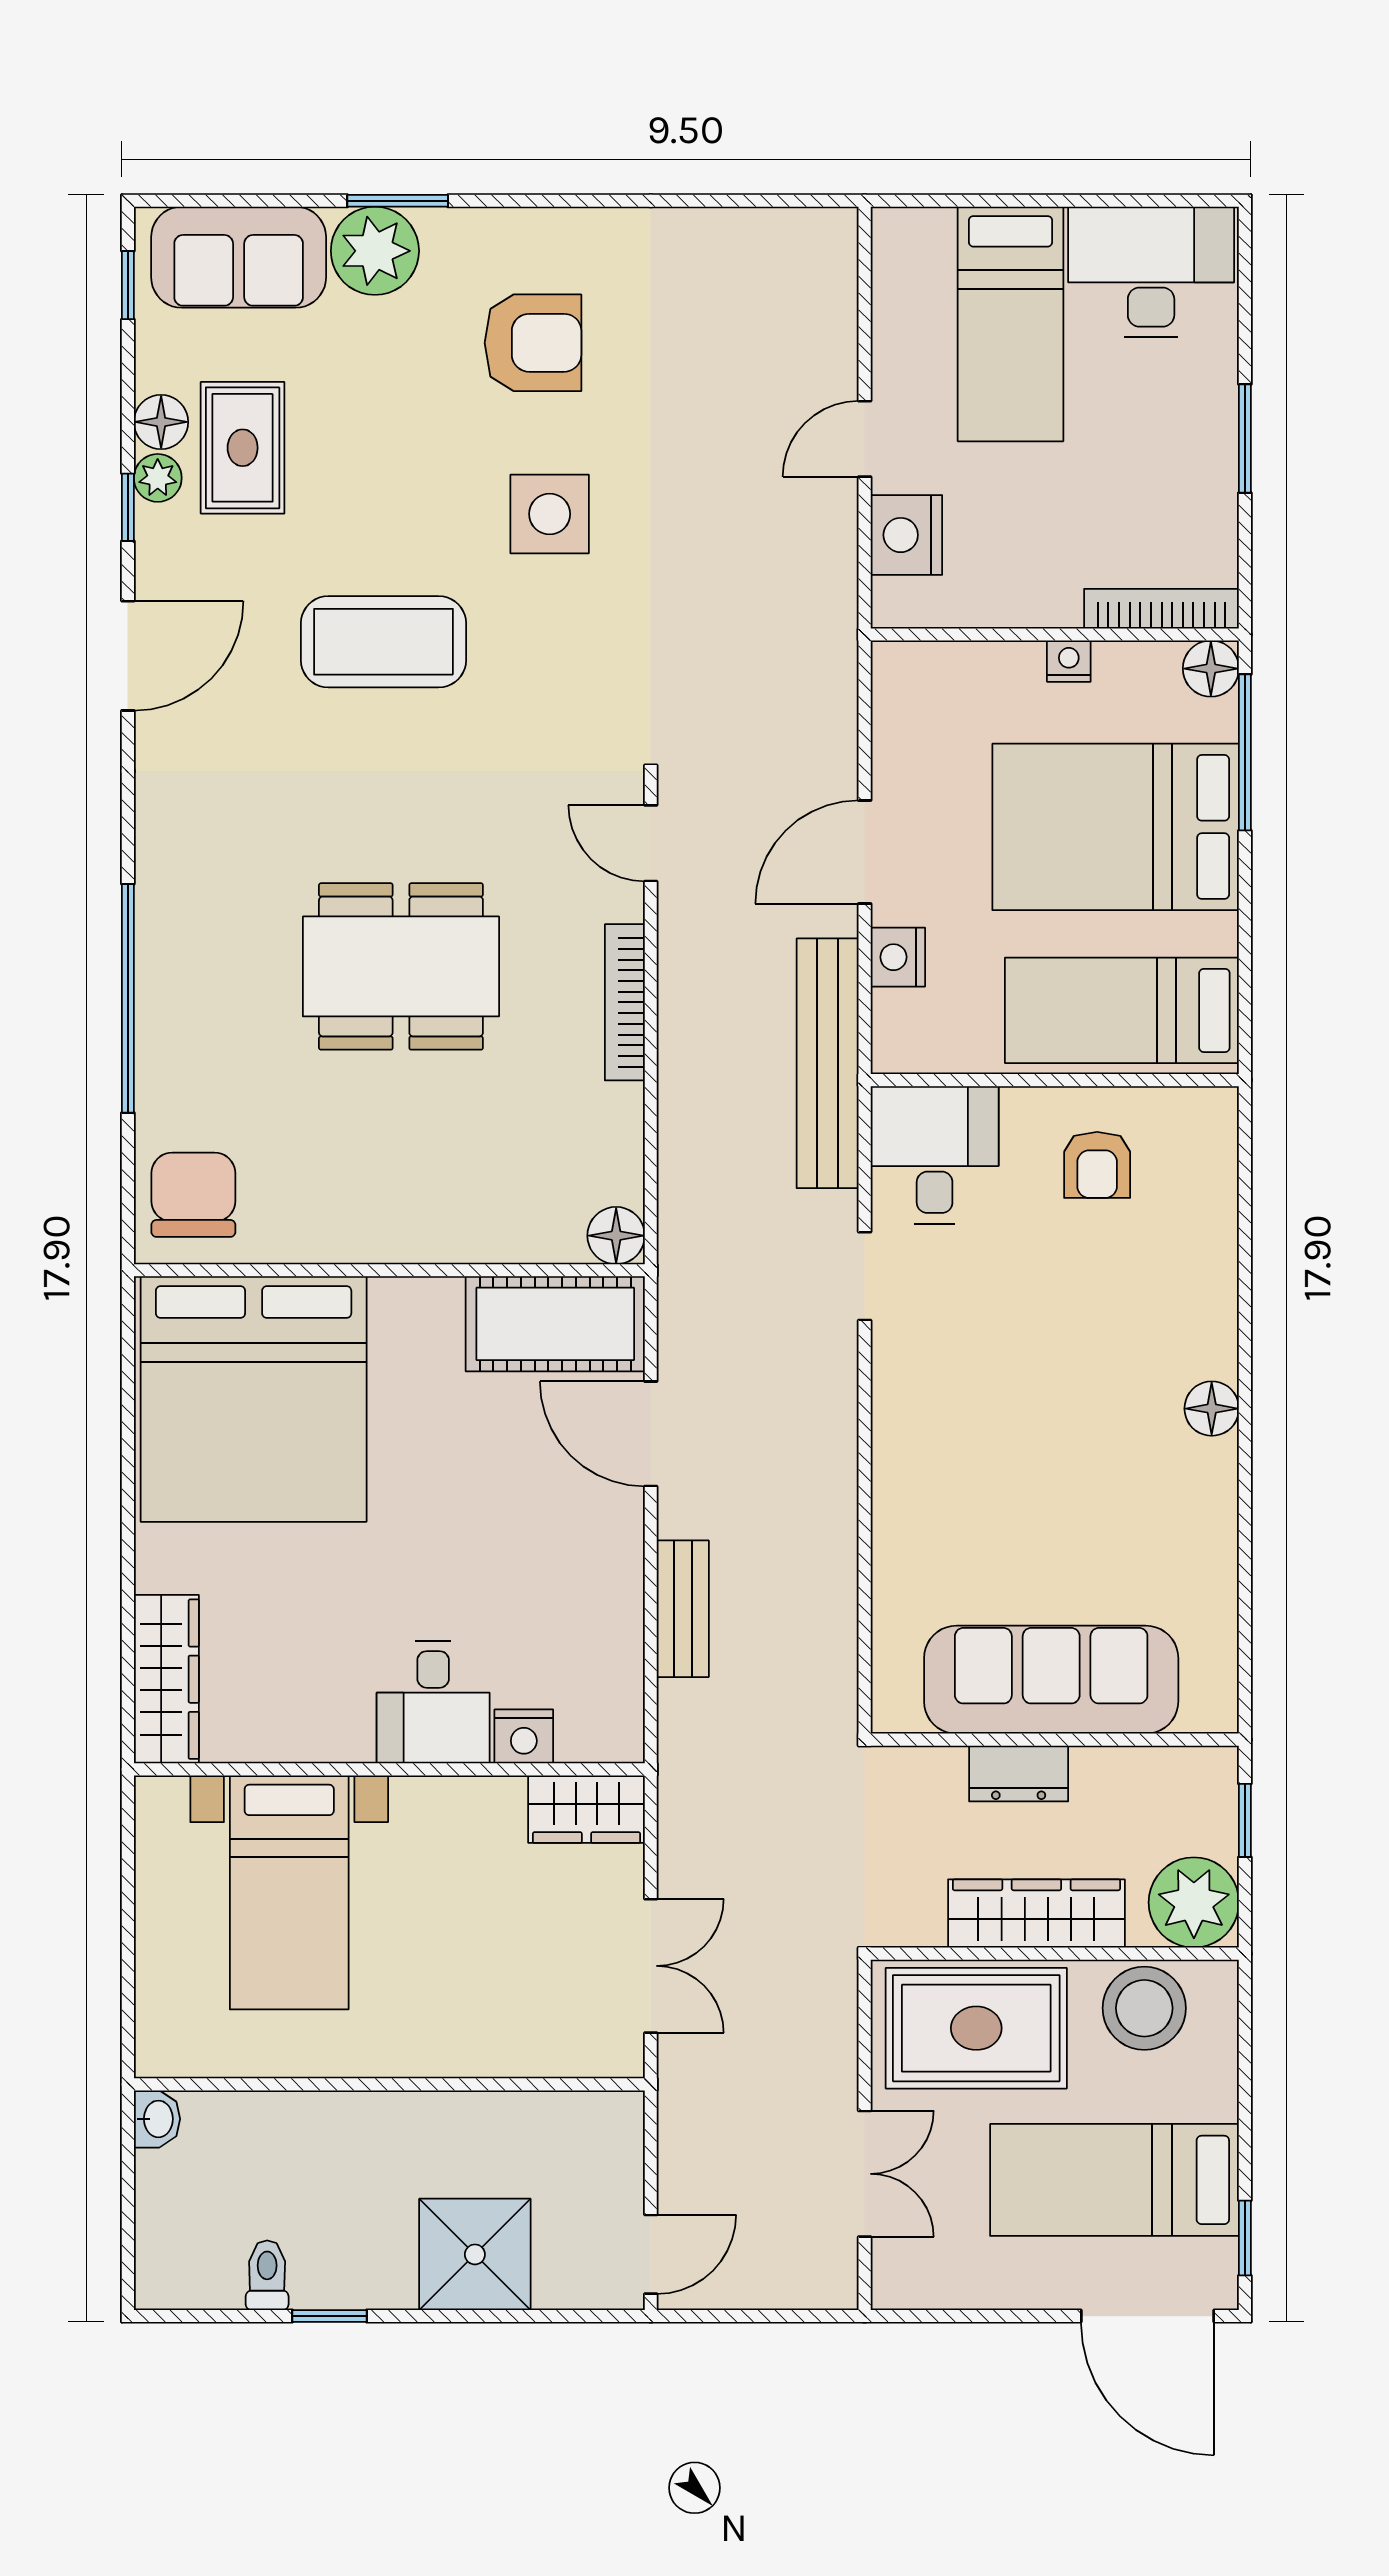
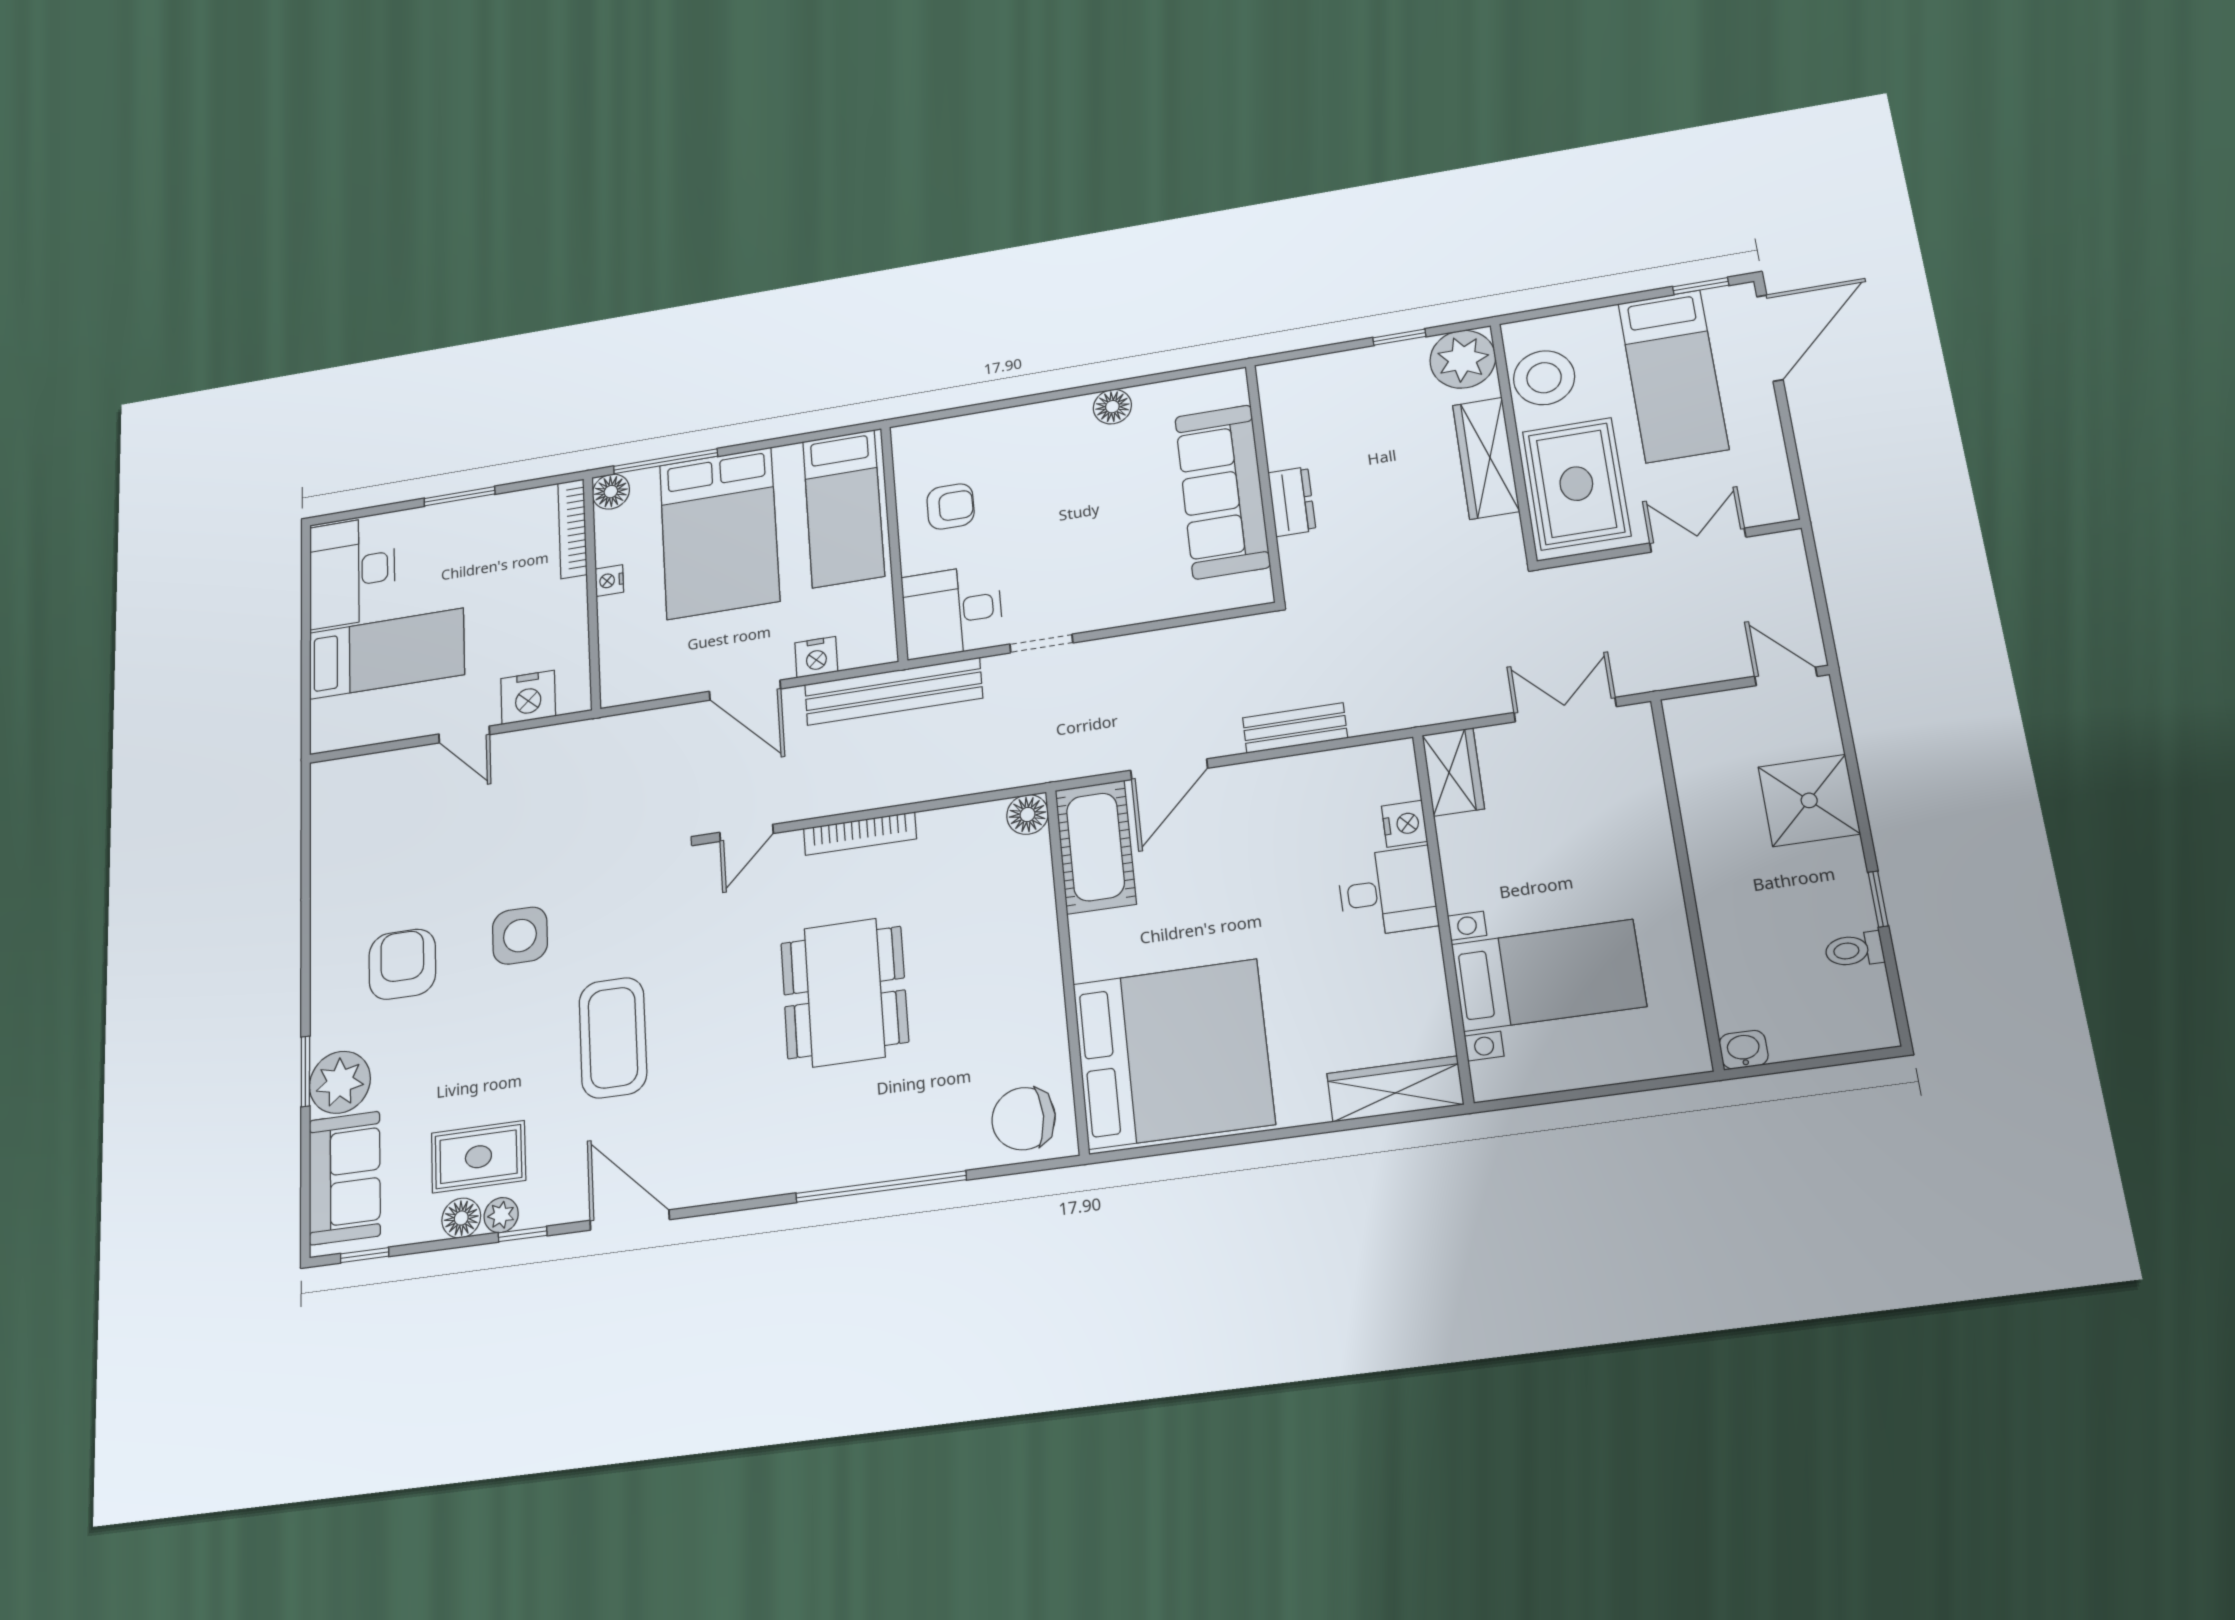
sofa: (1051, 1680) -> (1222, 492), moved
wall: (1055, 1740) -> (1265, 482), moved
dresser: (1019, 1774) -> (1292, 502), moved

